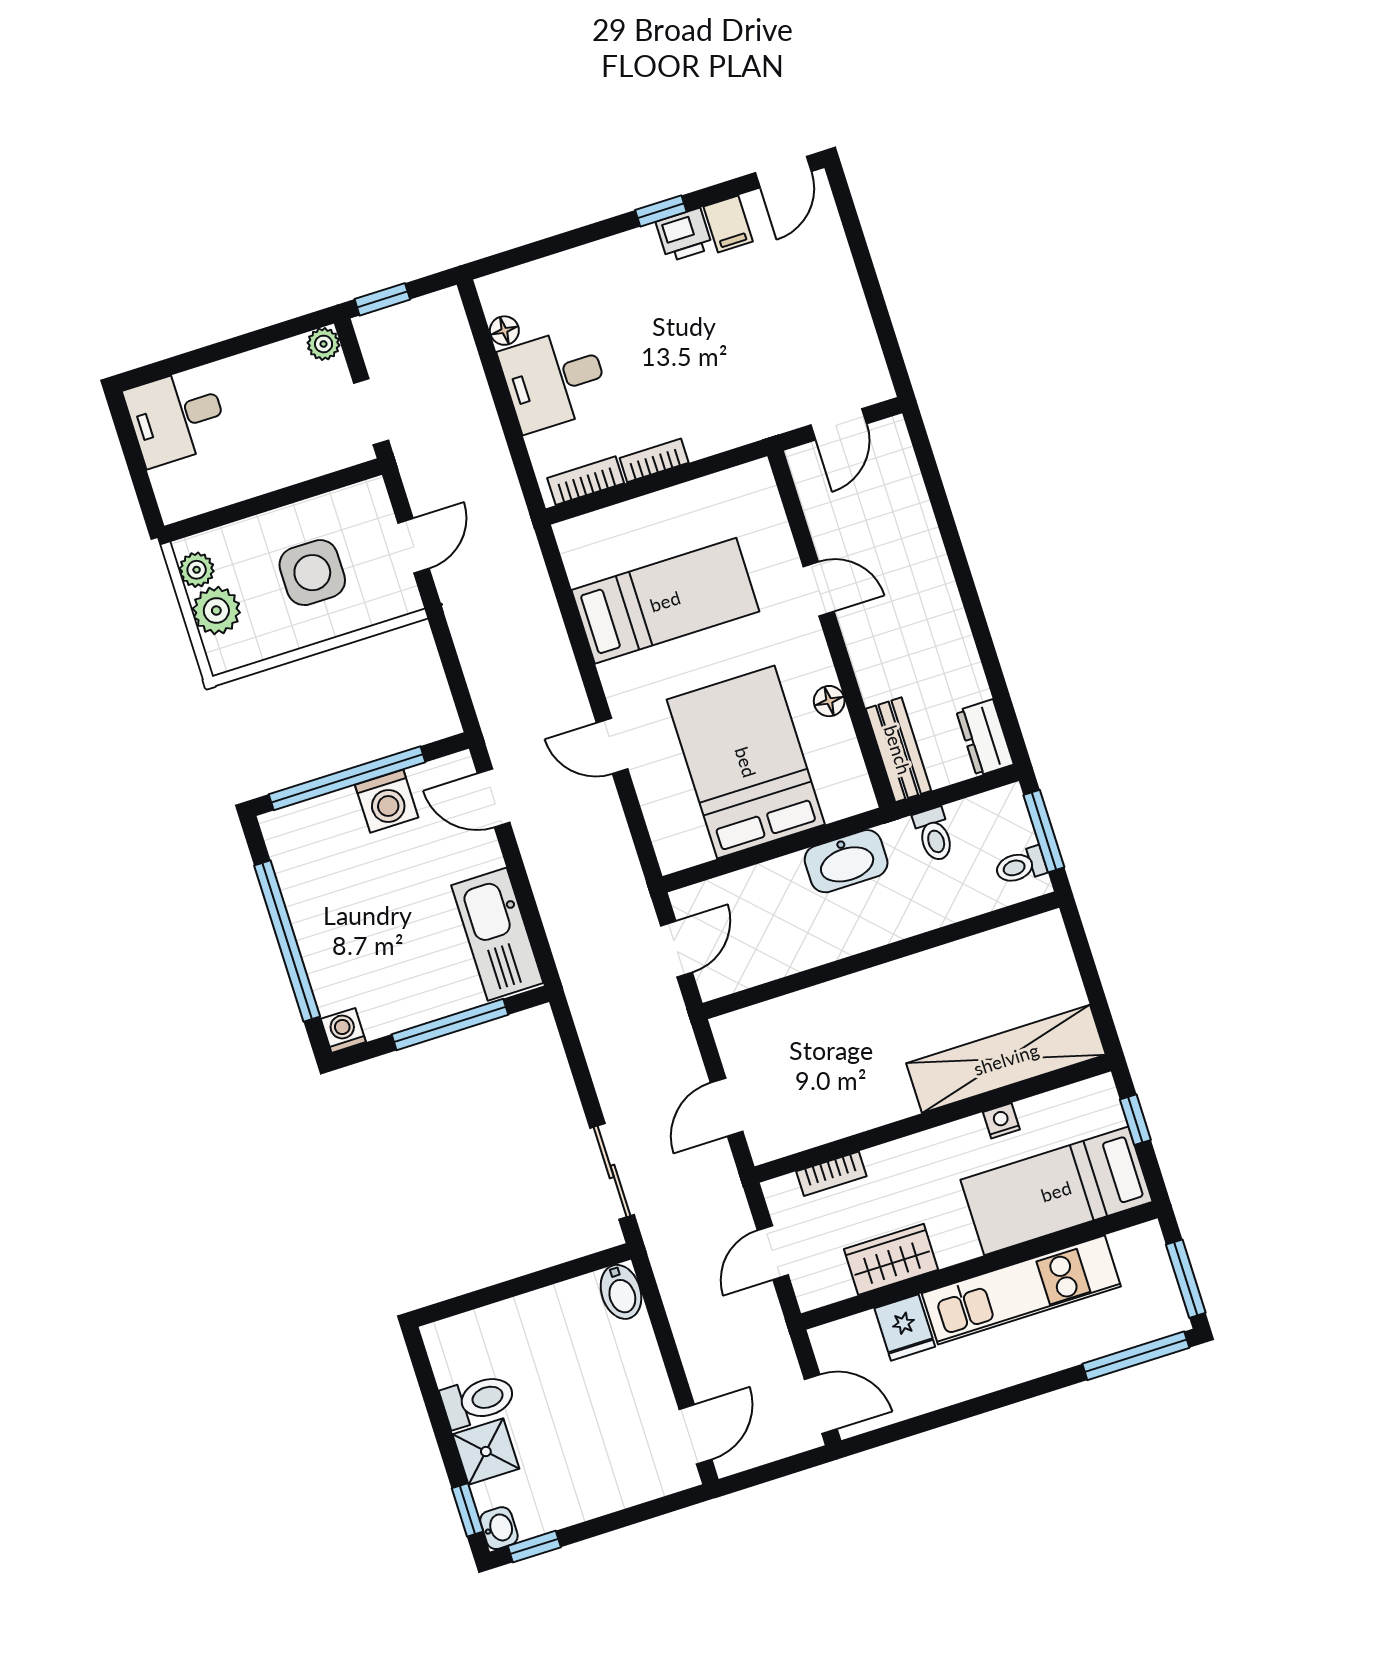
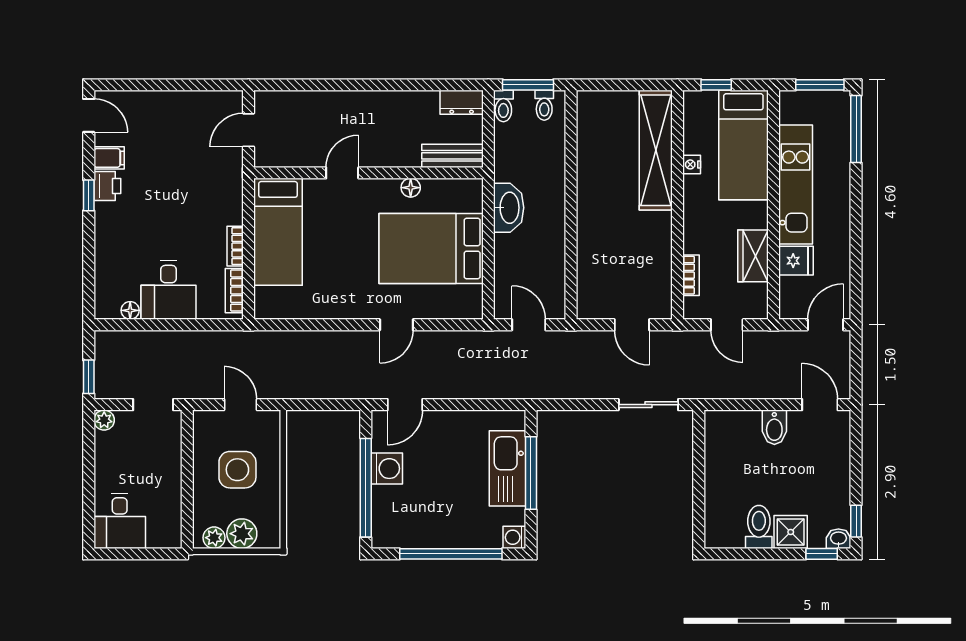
door: (839, 424) -> (249, 130), swing flipped
bed: (665, 601) -> (278, 232), moved, turned 180
toilet: (934, 835) -> (503, 106), moved, turned 90
kitchen sink: (497, 934) -> (508, 468), moved, turned 90
bidet: (621, 1292) -> (774, 427), moved, turned 90

